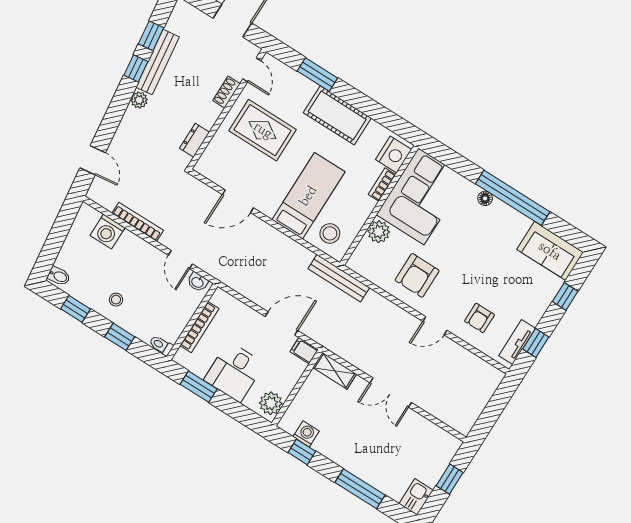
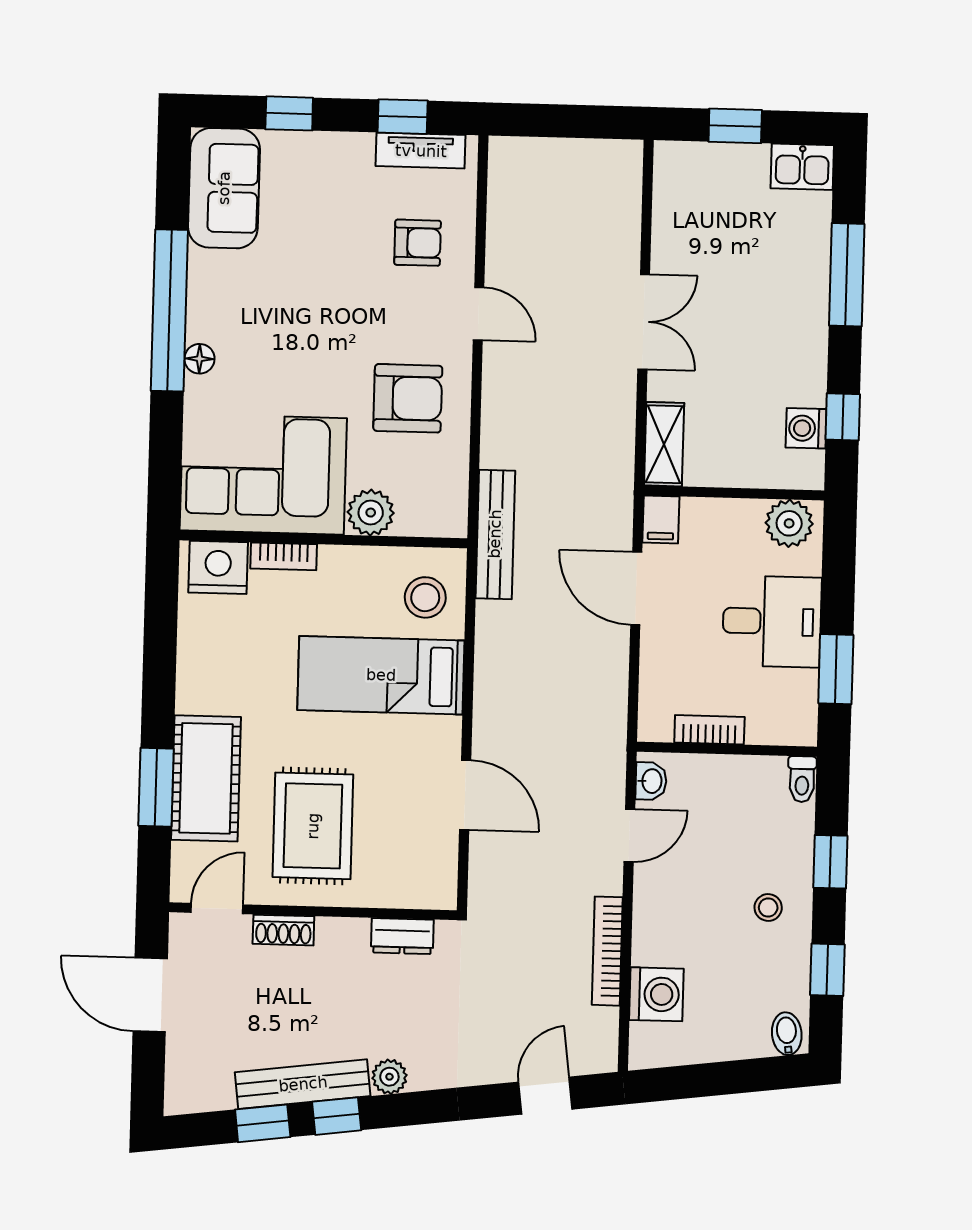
cot: (337, 115) -> (206, 778), moved
bookcase: (199, 327) -> (709, 730), width x0.64

